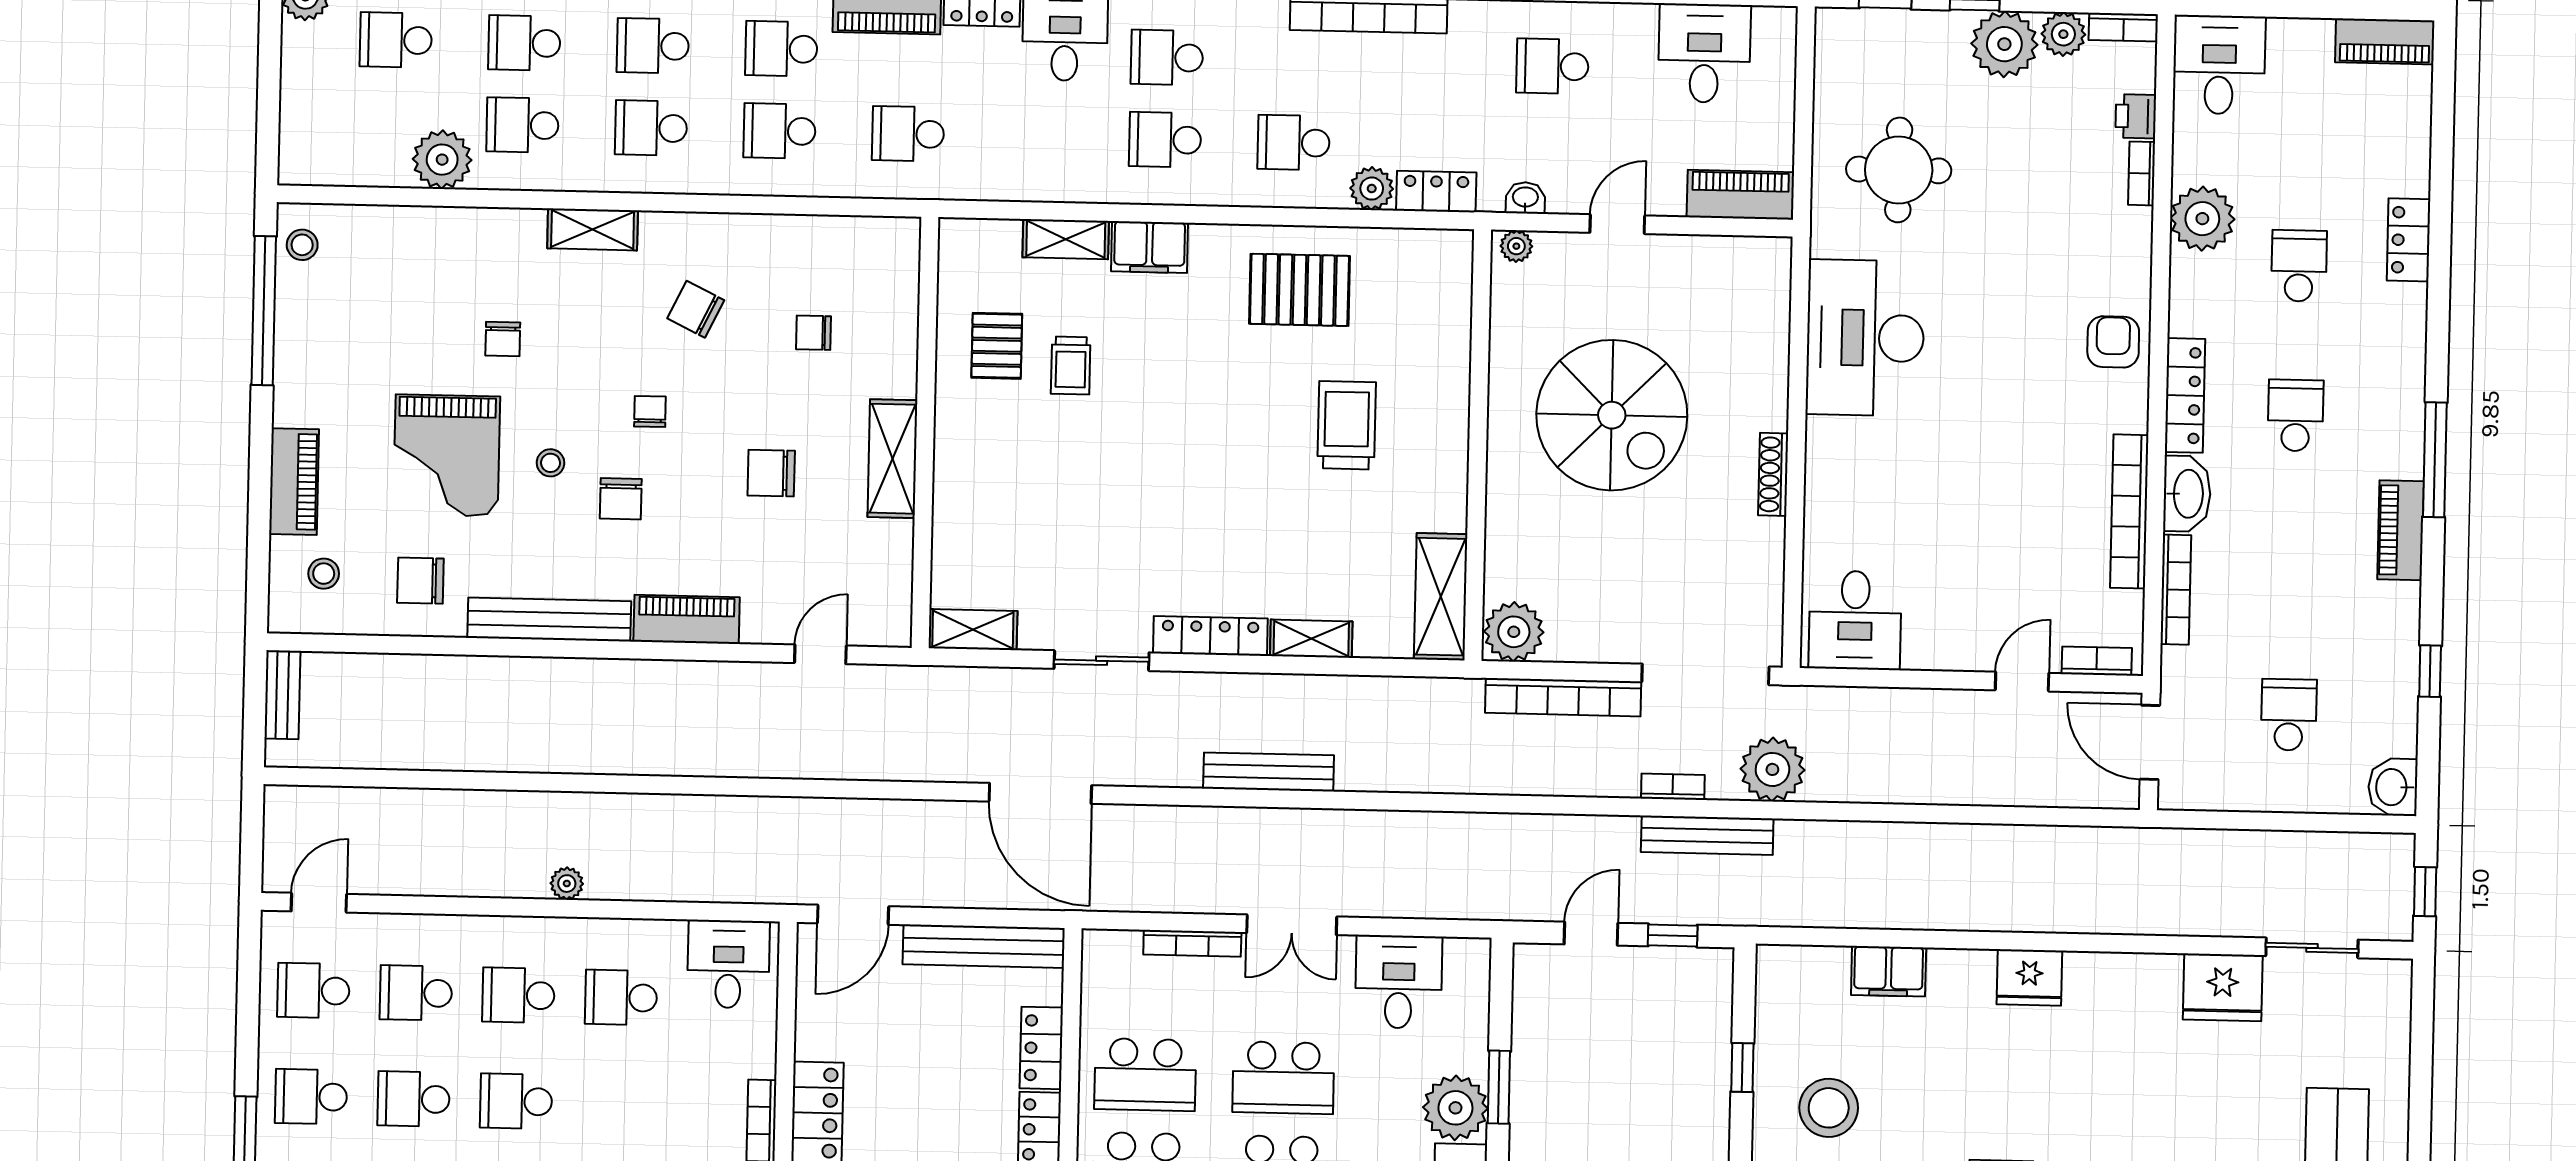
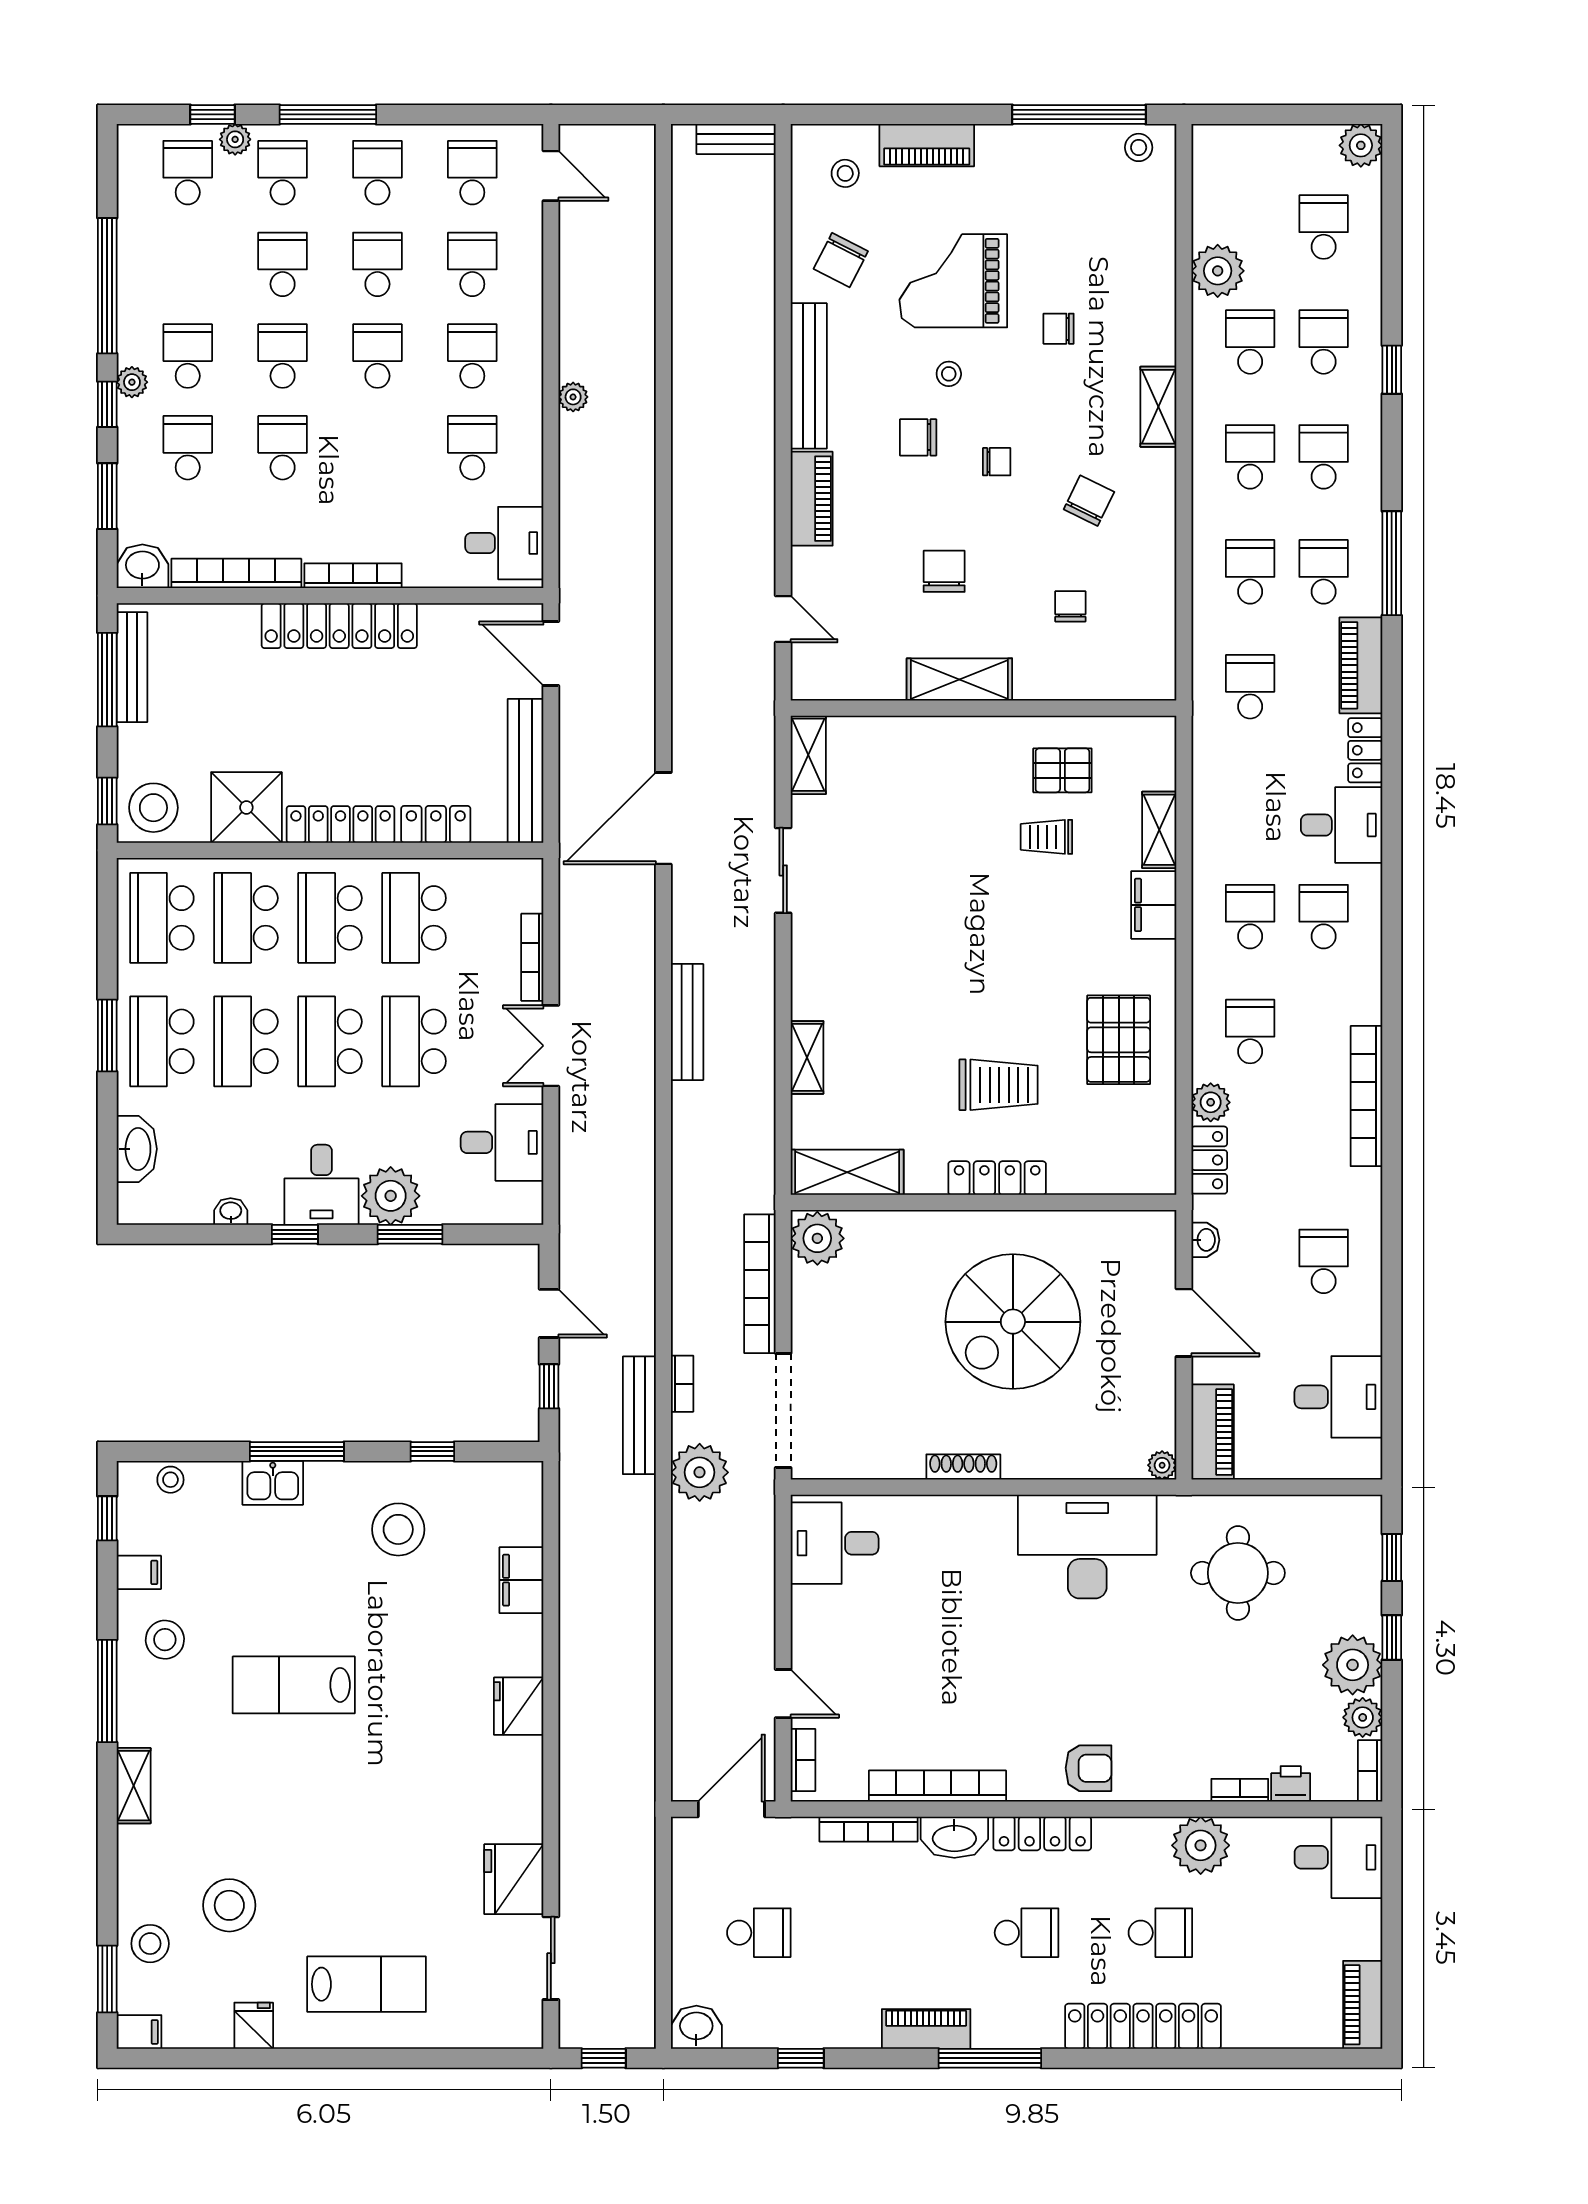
door: (1617, 224) -> (1184, 1323), width x1.38
locker: (2409, 240) -> (1143, 2026), width x2.16, depth x1.21
plant: (1516, 246) -> (1162, 1465), moved
chair: (420, 581) -> (841, 260), turned -153
locker: (1210, 636) -> (997, 1178), moved, turned -90

